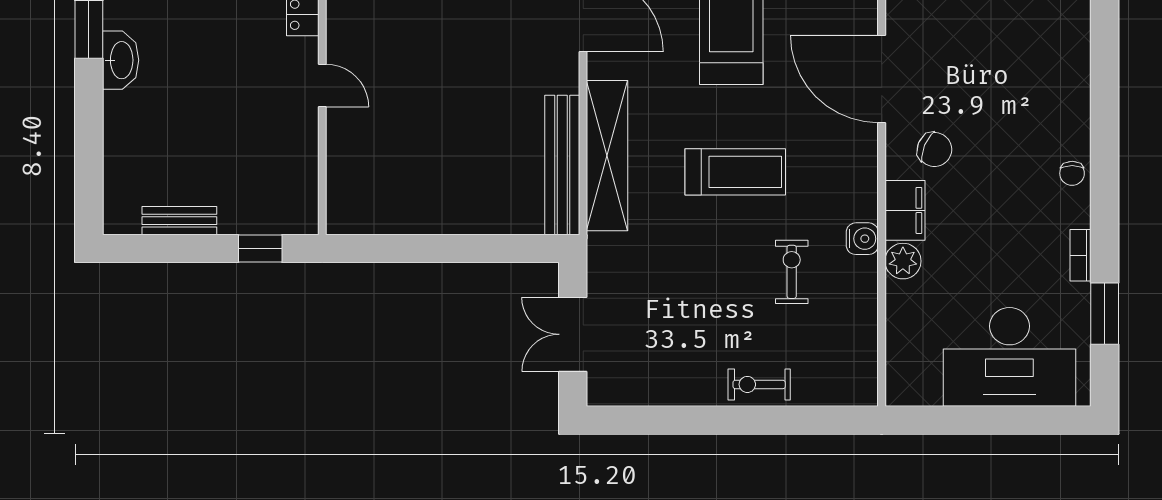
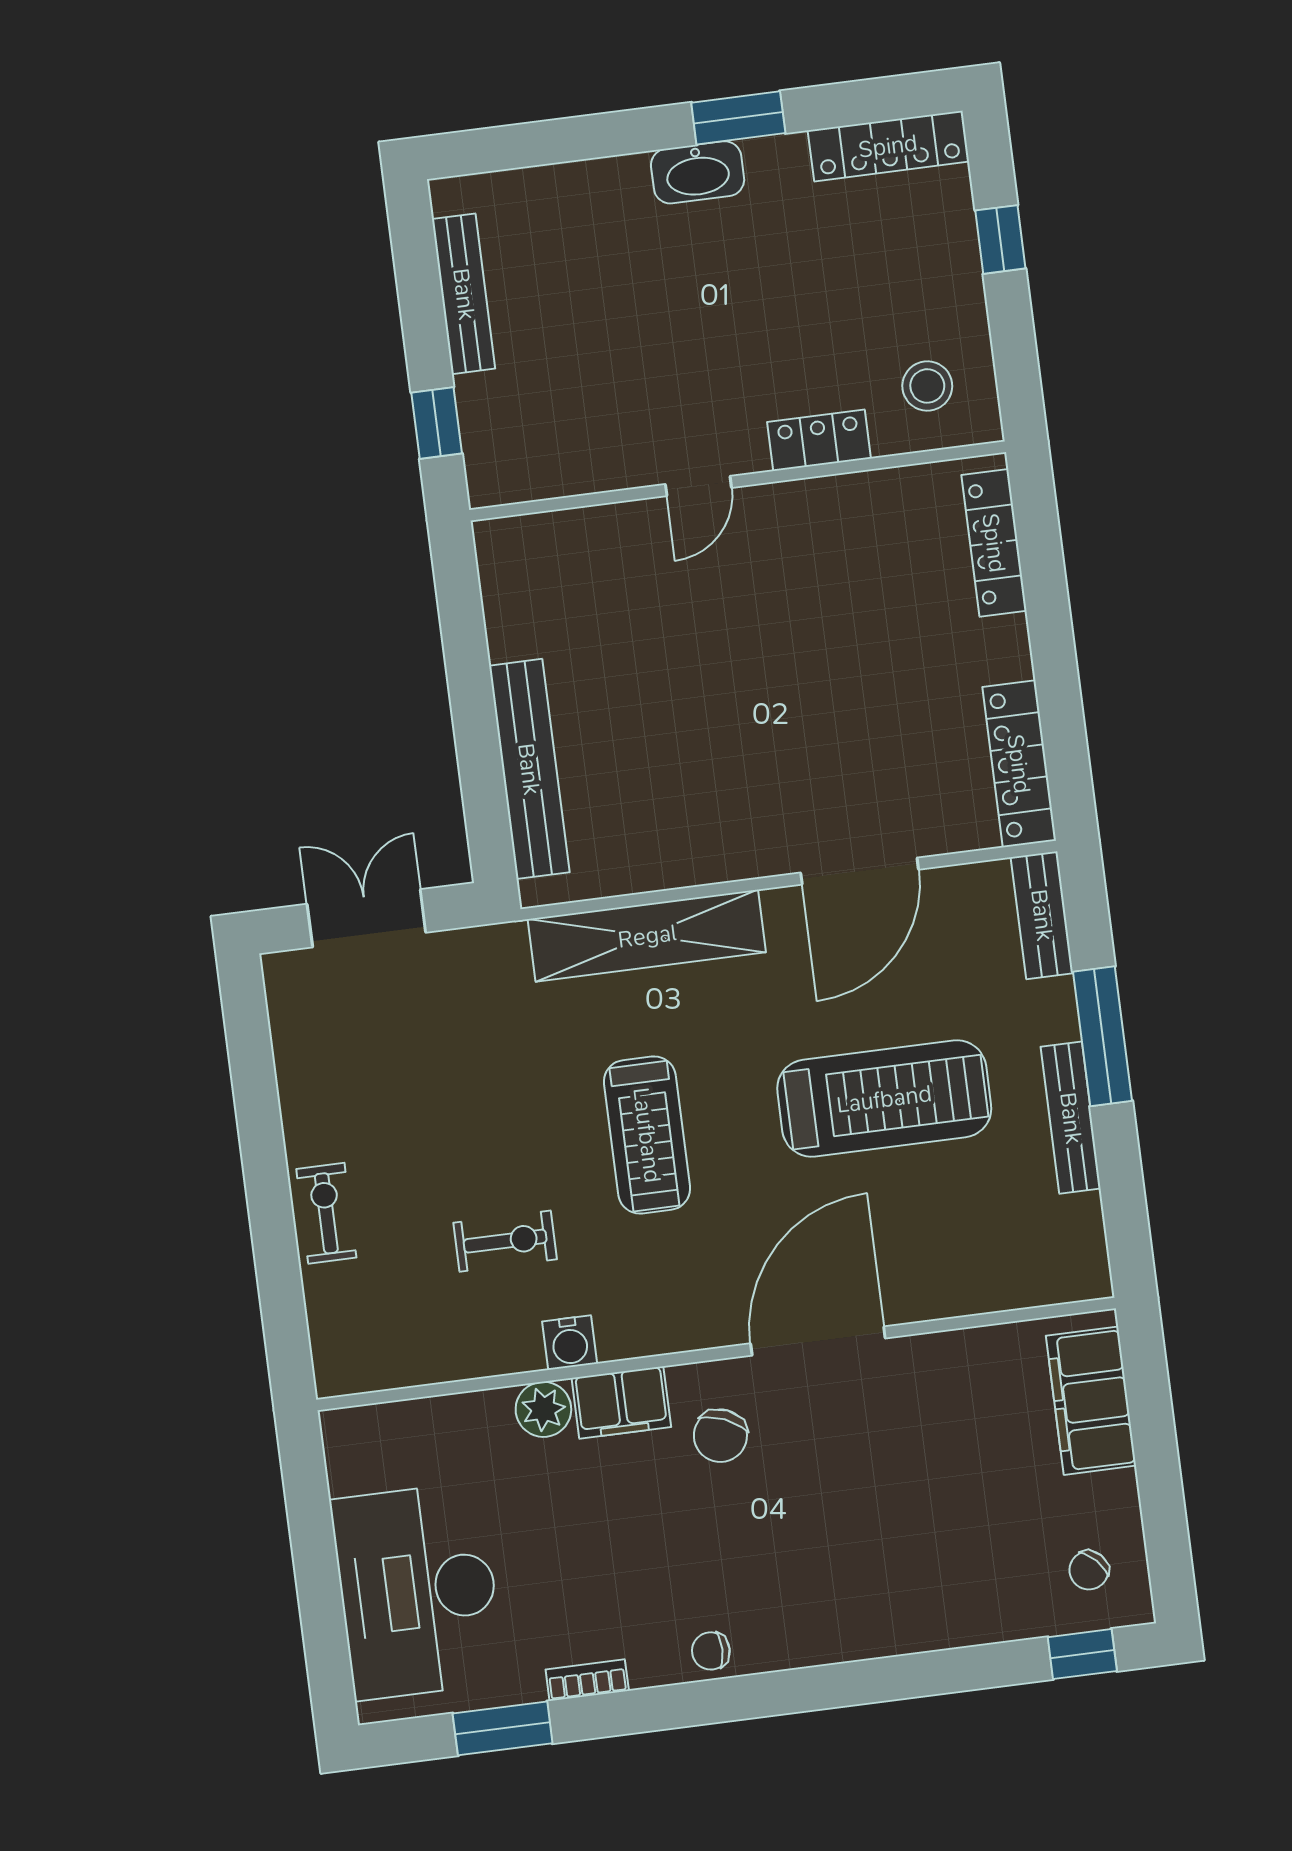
bench: (562, 165) -> (529, 769), moved, turned 90
bench: (179, 221) -> (464, 294), width x1.36

